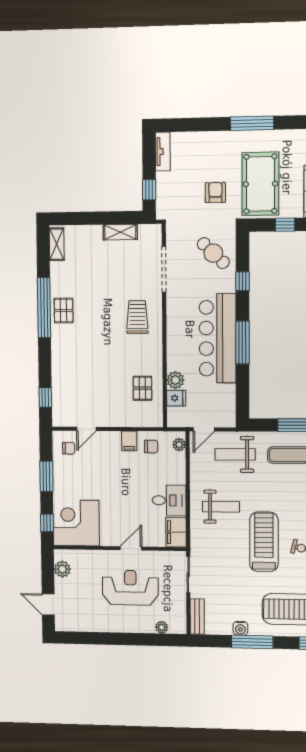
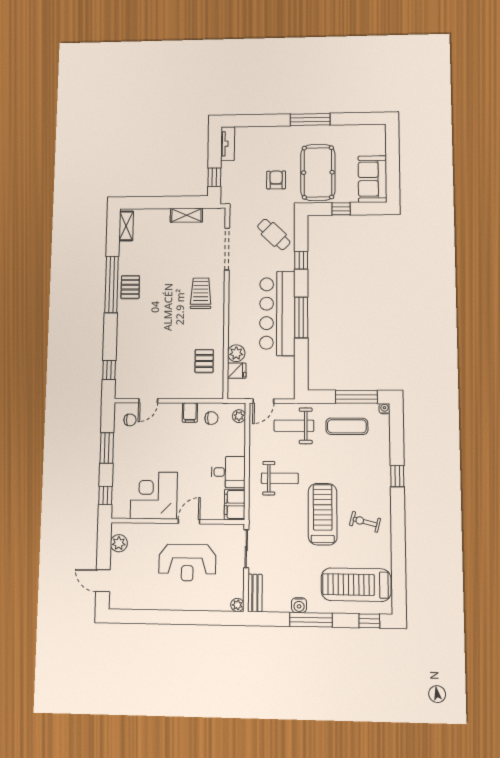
corner desk: (76, 523) -> (154, 495), moved
reception desk: (130, 588) -> (187, 563), turned 180
plant: (162, 627) -> (237, 605), moved

